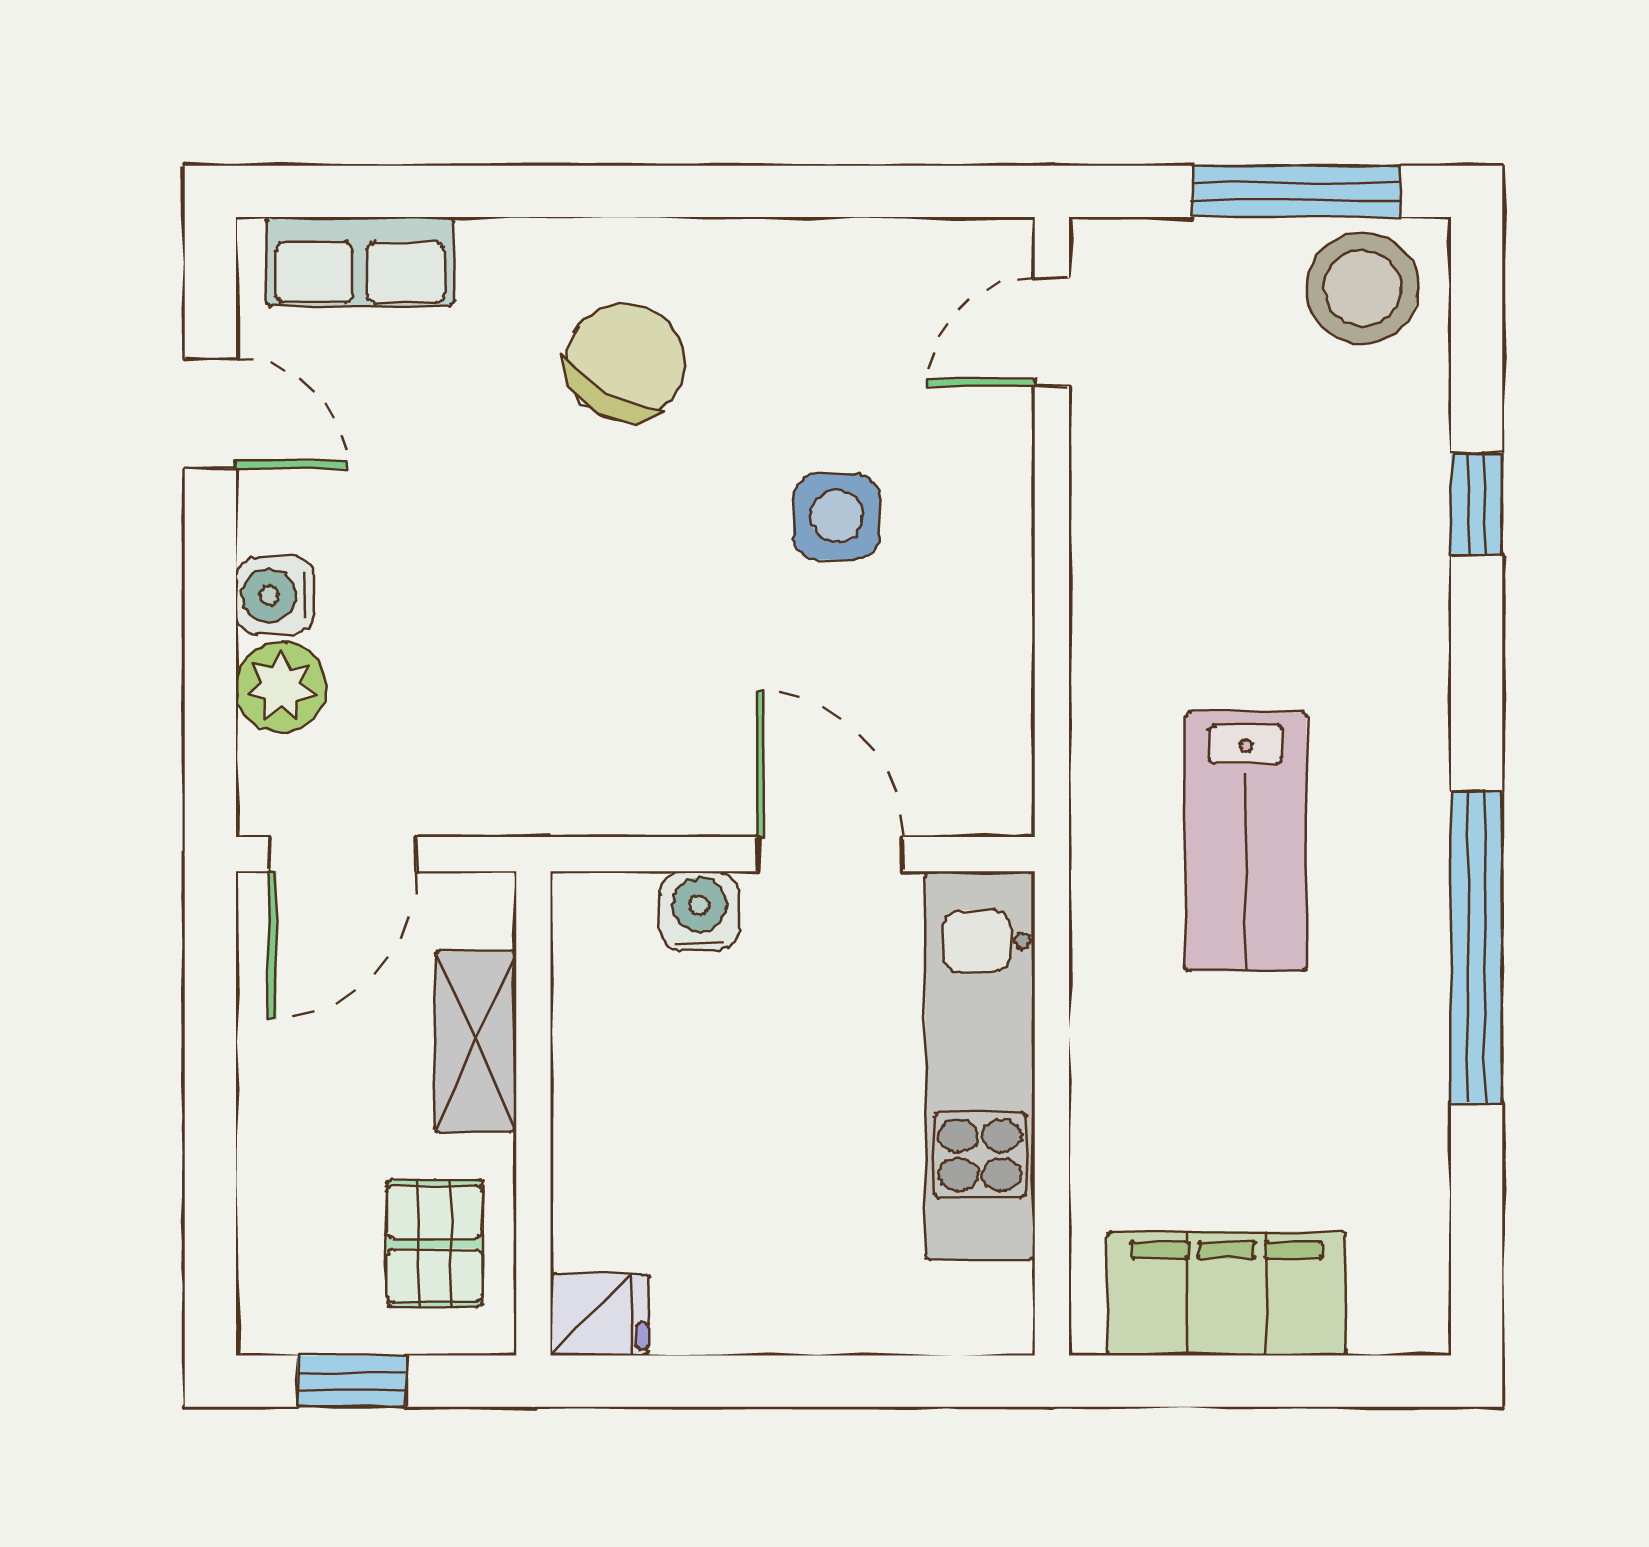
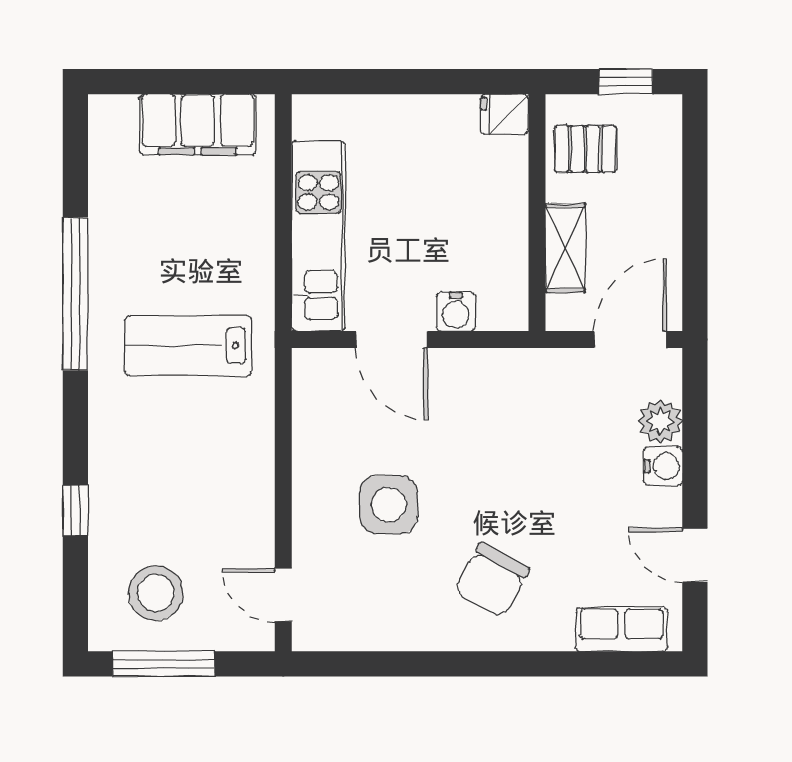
stool: (1362, 288) -> (156, 593), moved
door: (1052, 332) -> (283, 595), swing flipped
side table: (837, 516) -> (389, 505), width x1.37, depth x1.37
lab bench: (1246, 841) -> (188, 346), turned -90
pallet: (435, 1244) -> (585, 149), turned 90

